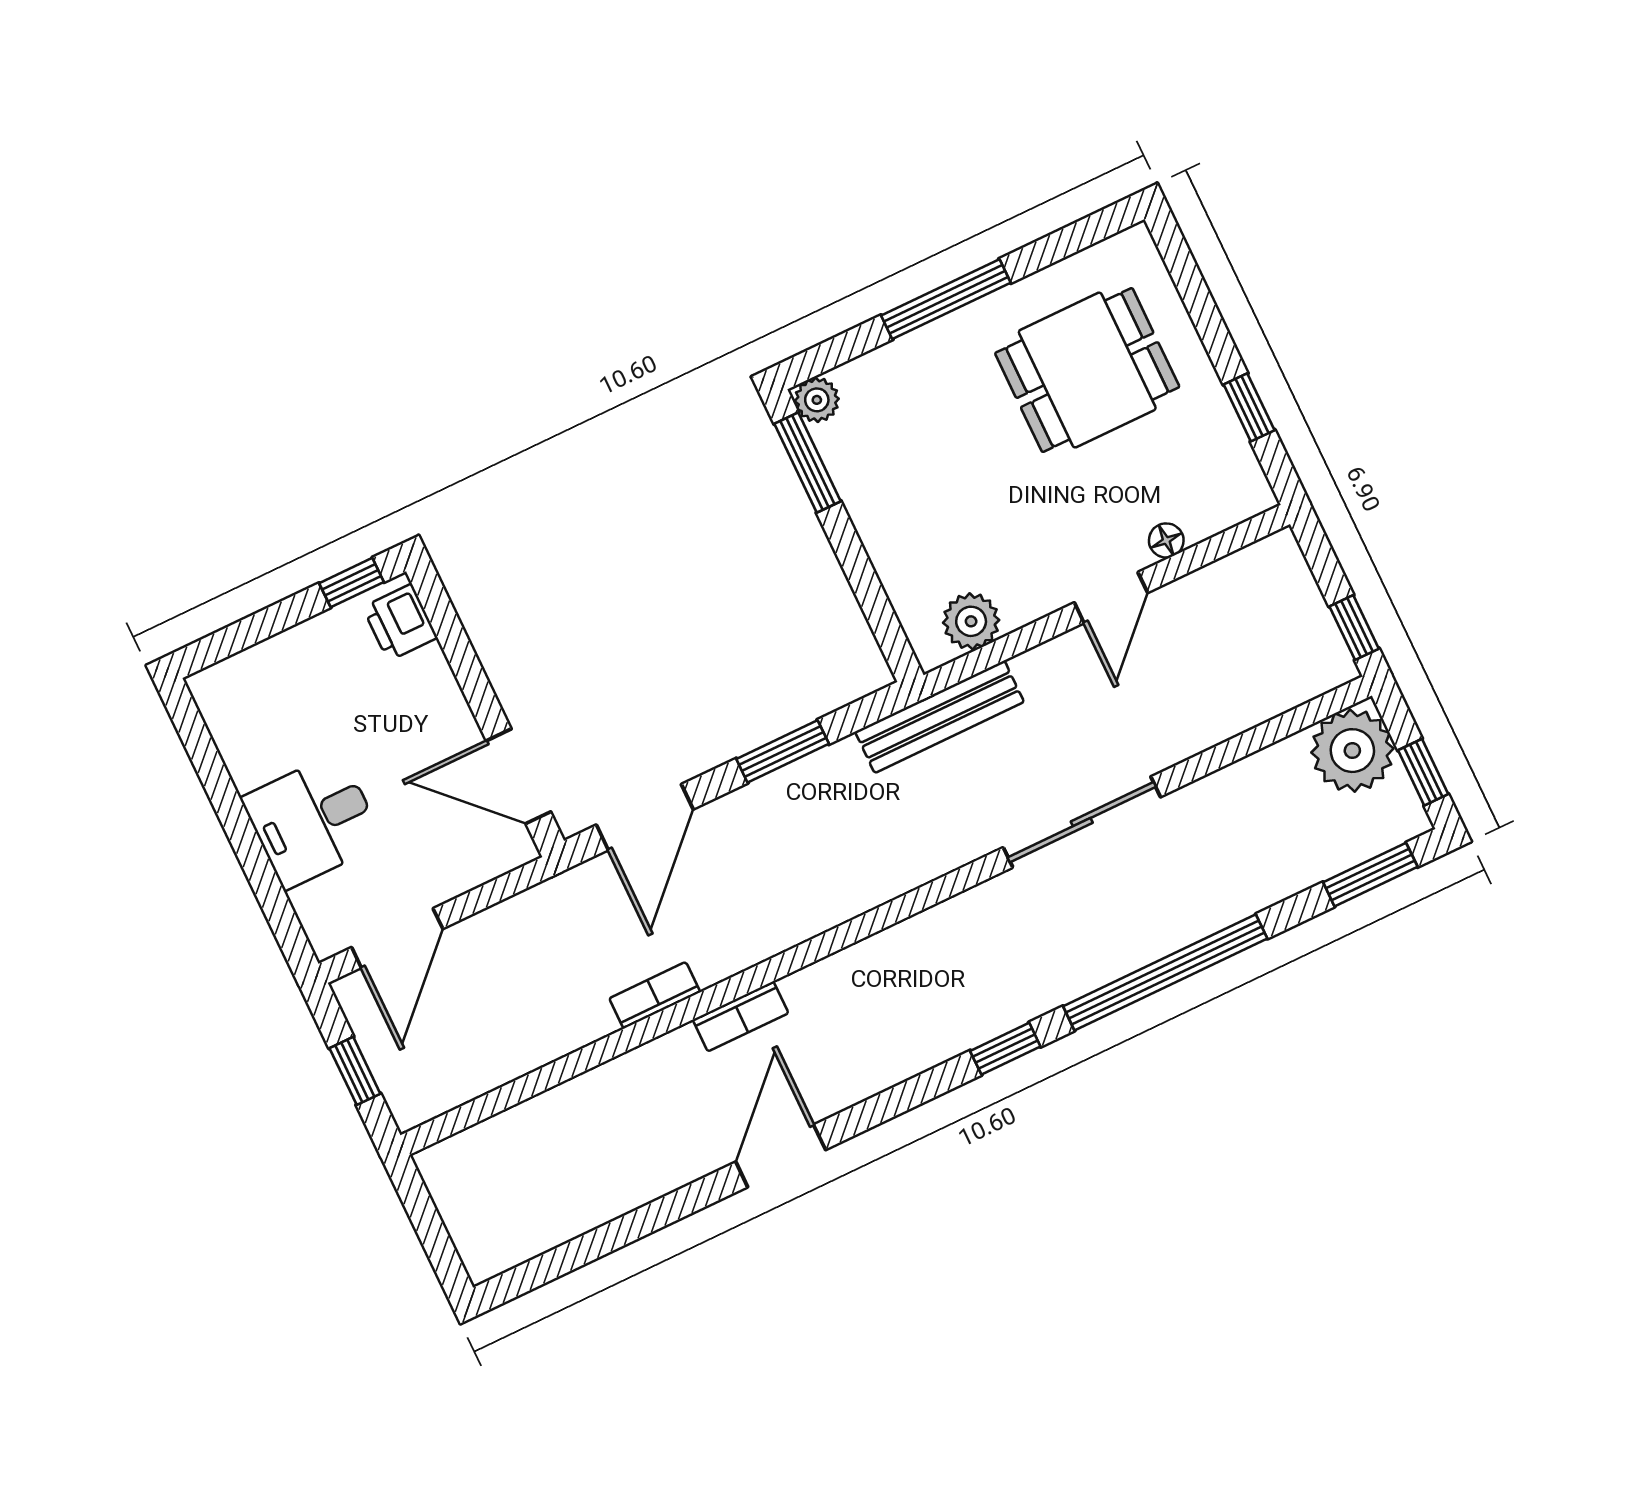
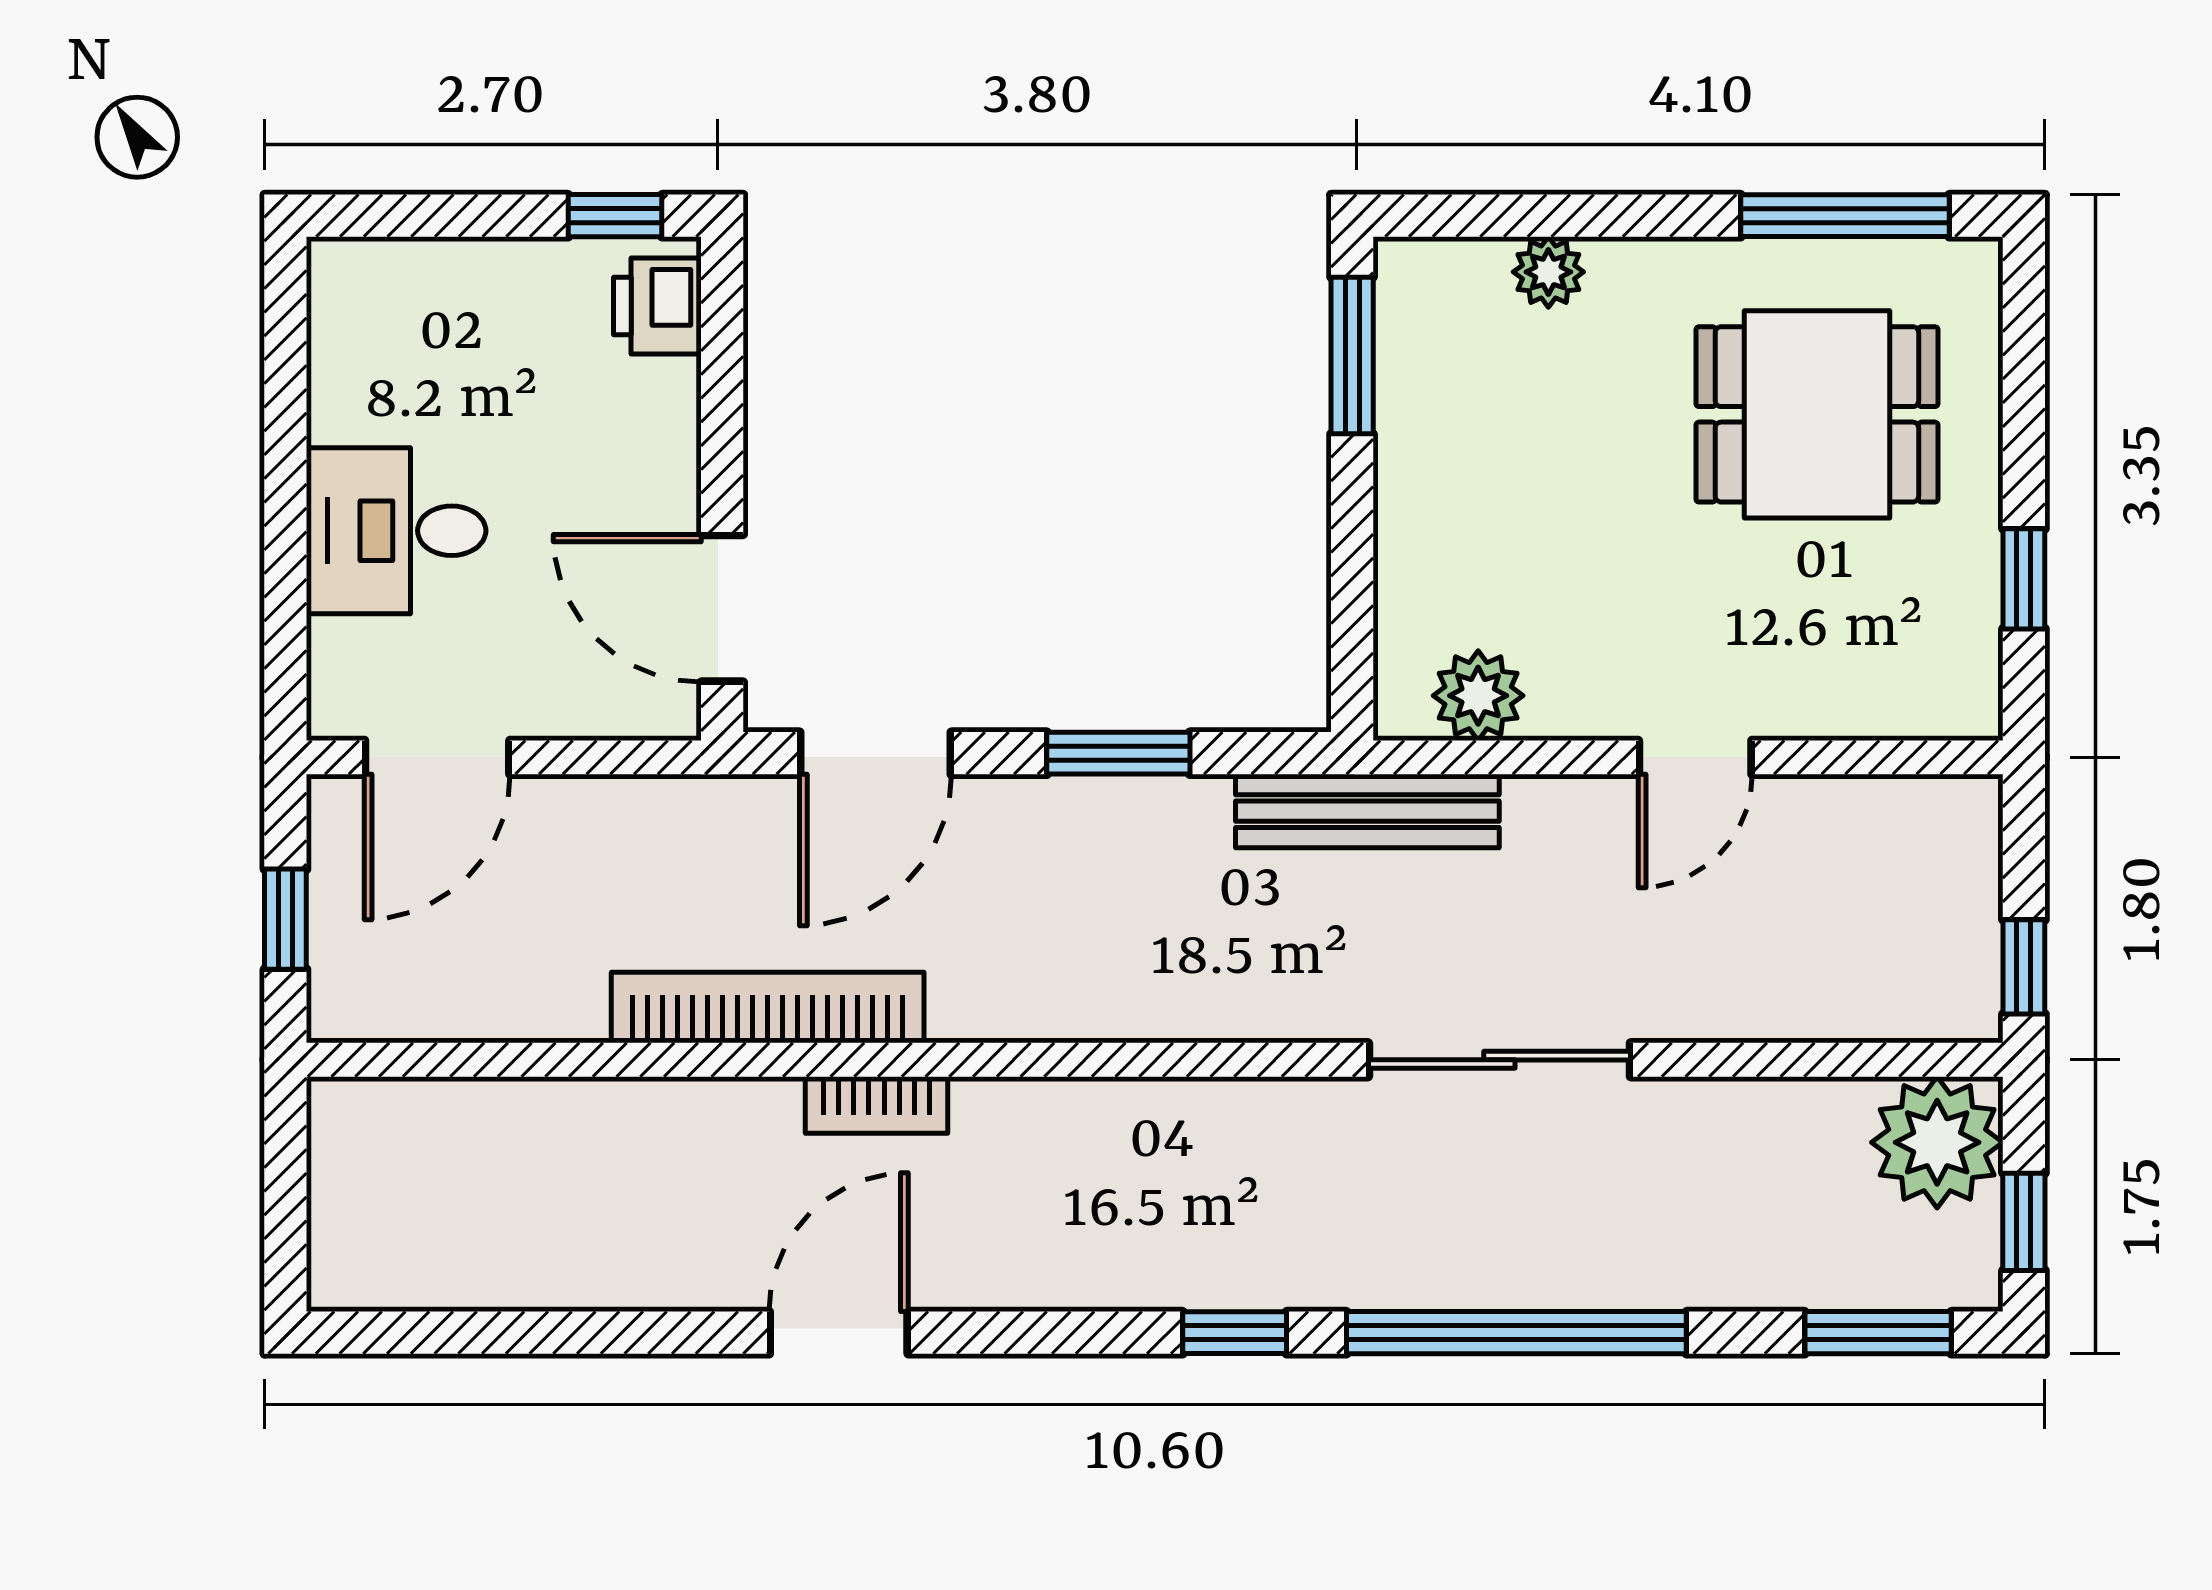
window: (946, 299) -> (1845, 216), moved
plant: (817, 400) -> (1548, 272), moved
floor lamp: (1166, 540) -> (1814, 713), removed
bookcase: (655, 995) -> (768, 1007), width x2.31, depth x1.31

